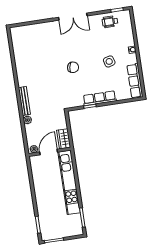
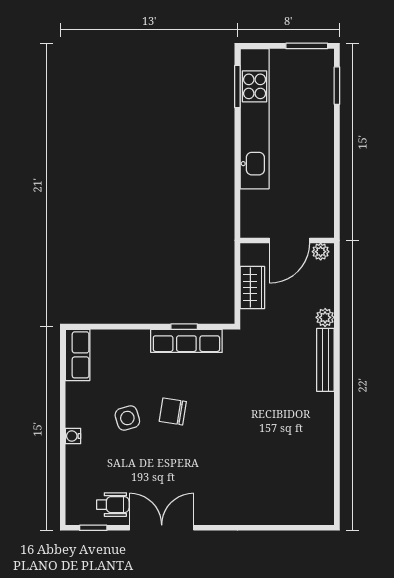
double door: (73, 17) -> (162, 528), moved
chair: (73, 67) -> (173, 411), moved
row of seats: (135, 81) -> (78, 355), width x0.68
row of seats: (100, 98) -> (186, 341), moved
wardrobe: (64, 139) -> (252, 288), moved
kitchen unit: (69, 182) -> (255, 119), moved

